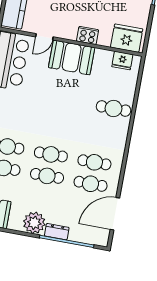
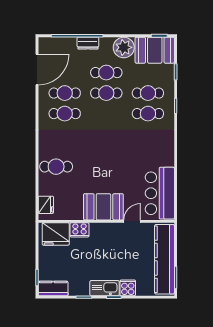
cooker: (88, 35) -> (79, 230), moved
fridge: (122, 61) -> (46, 205), moved, turned 90
cafe table: (51, 154) -> (106, 73), moved
plant: (34, 223) -> (124, 47), moved

